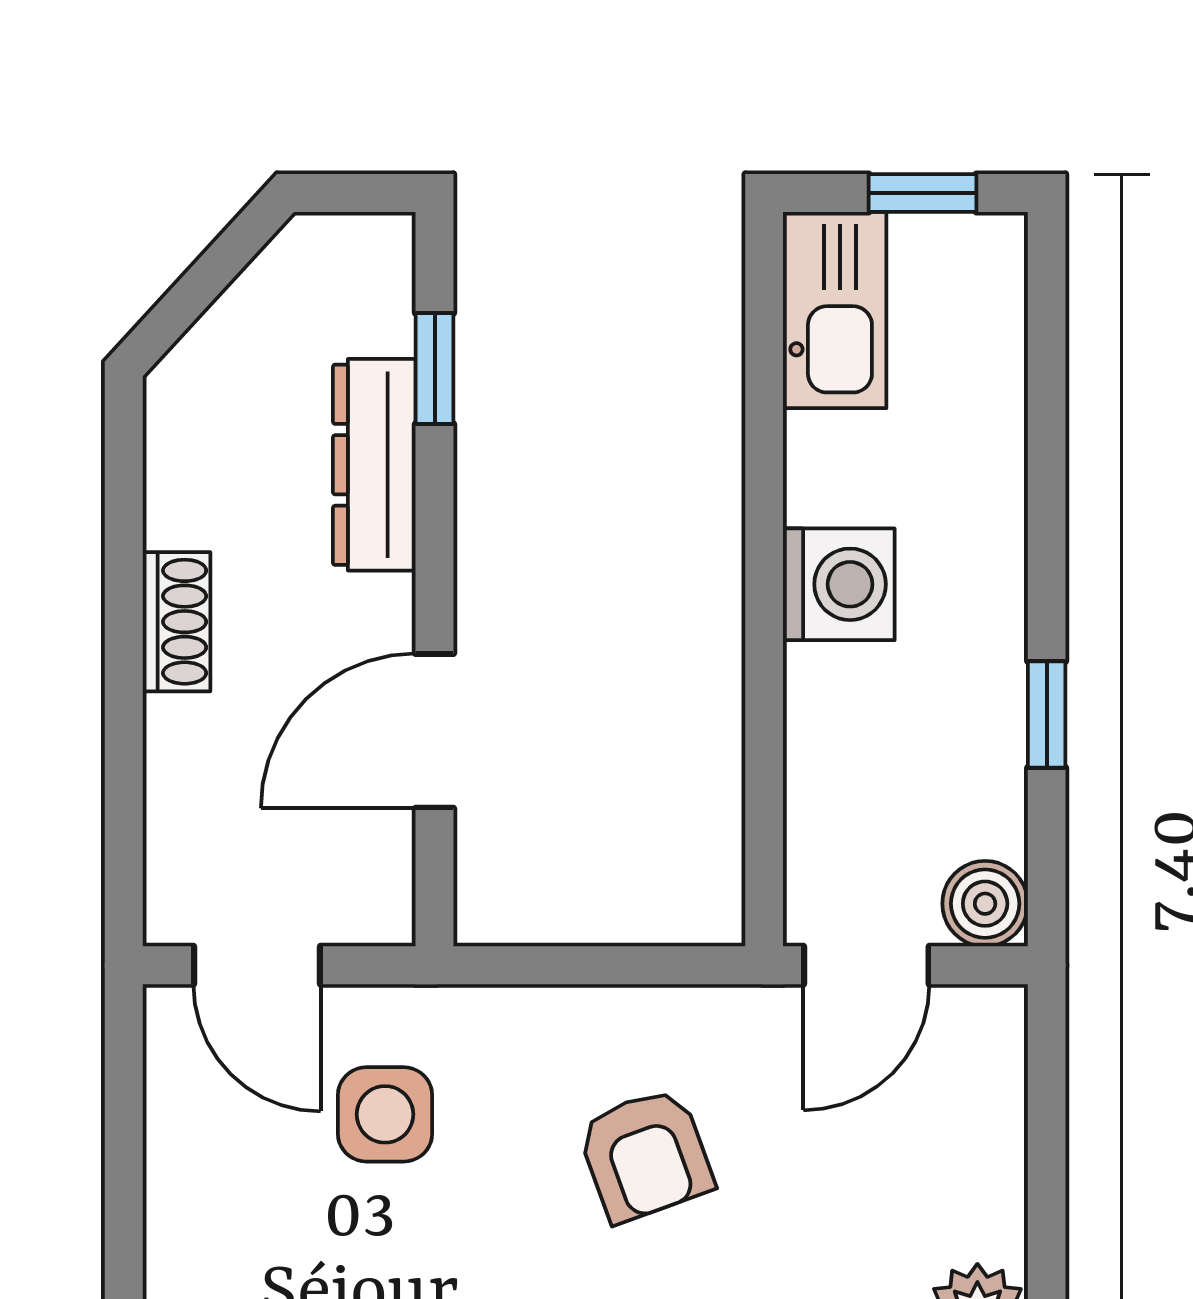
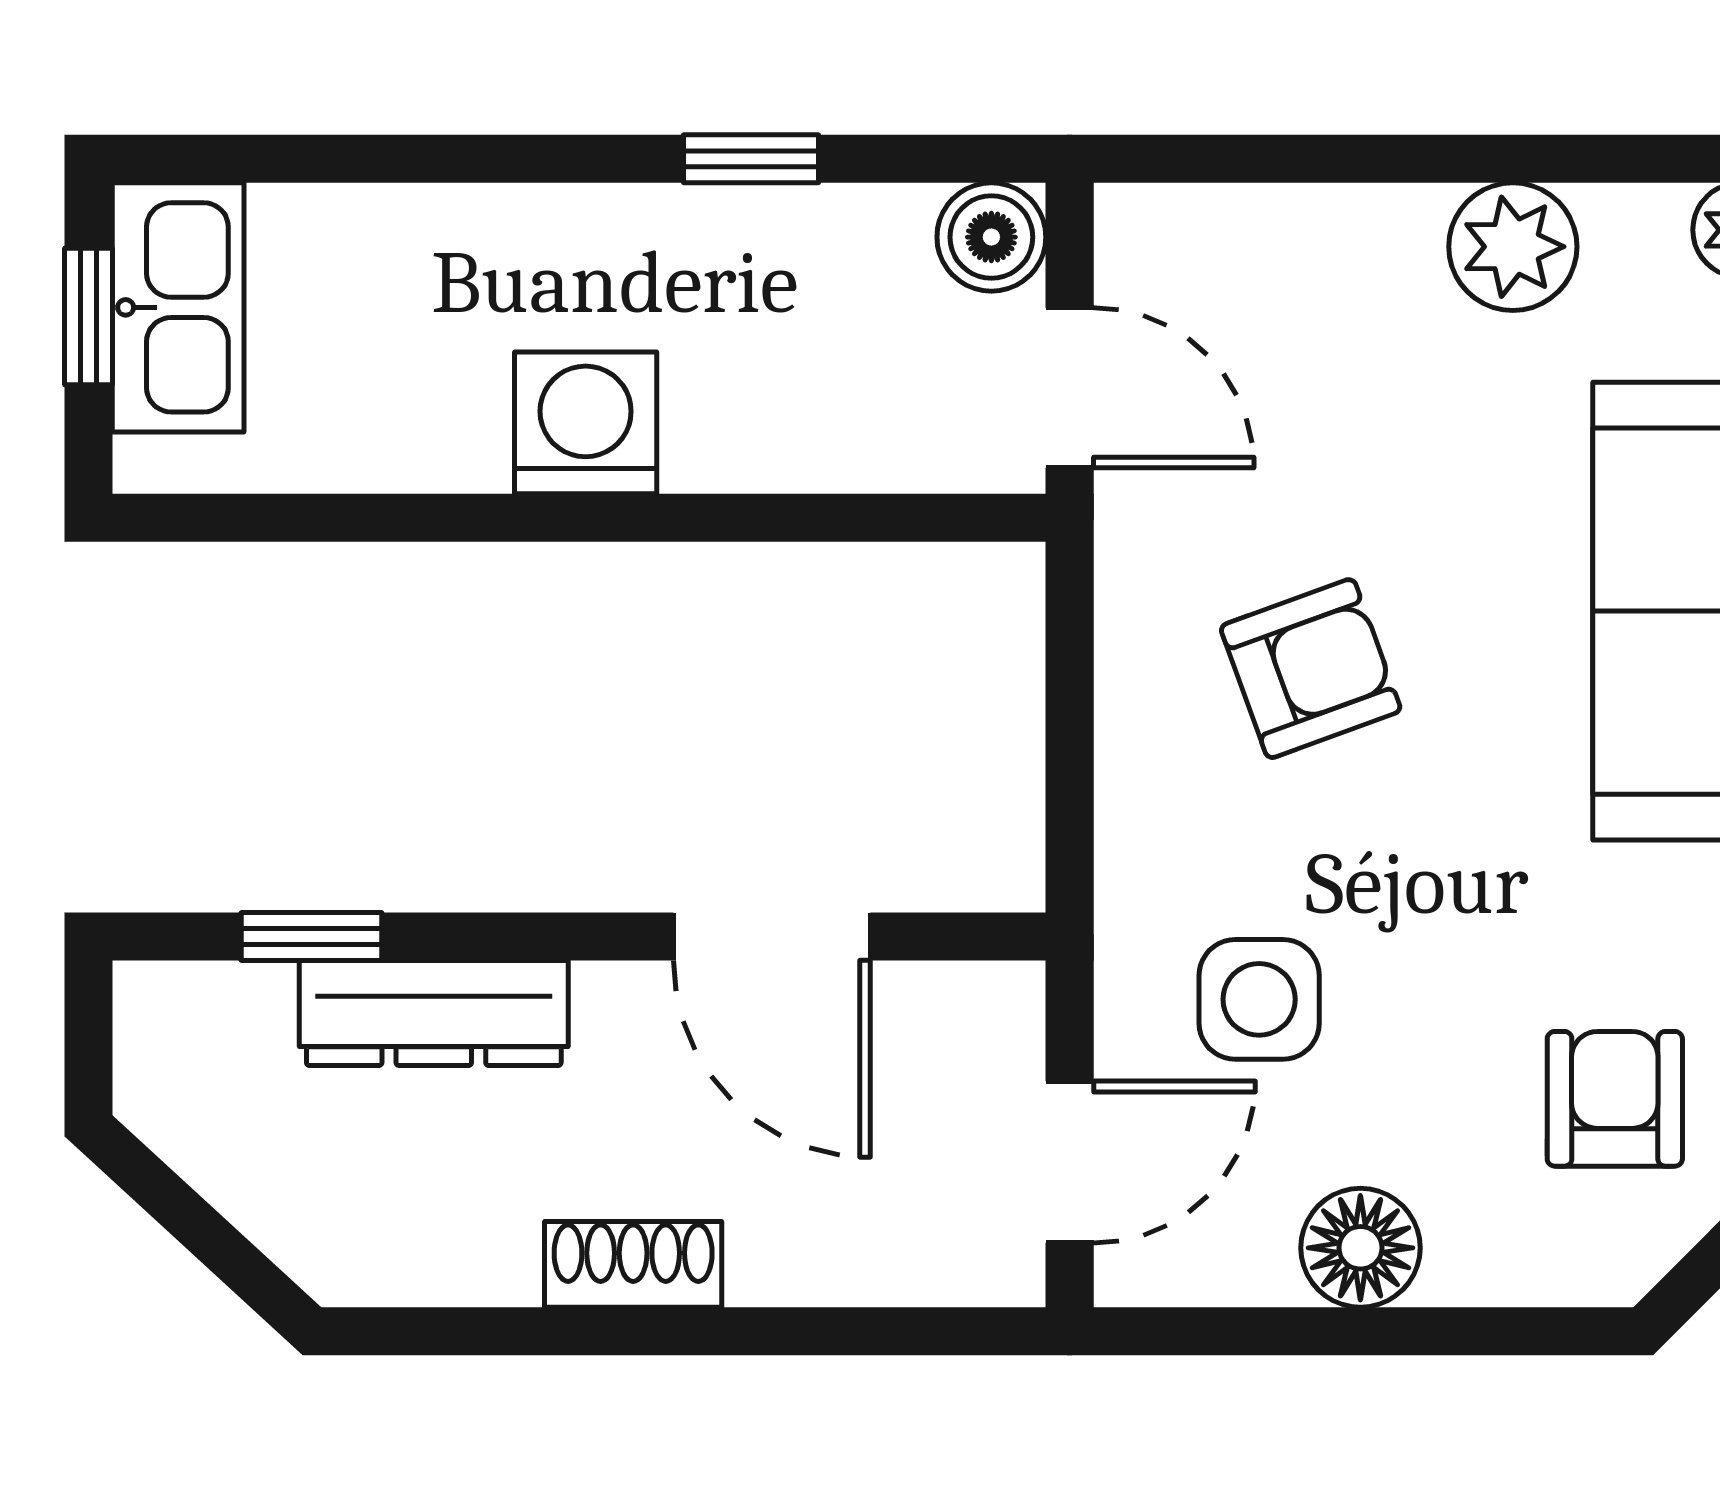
kitchen sink: (835, 310) -> (178, 307), moved, turned 90
floor lamp: (190, 1194) -> (1360, 1248), added

